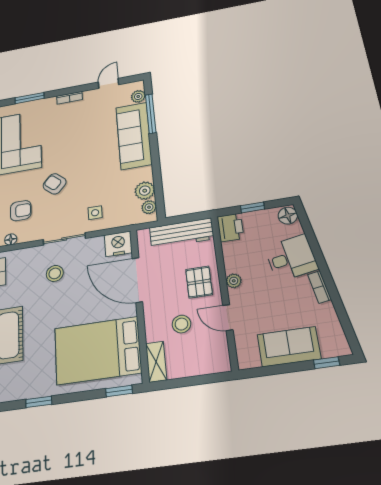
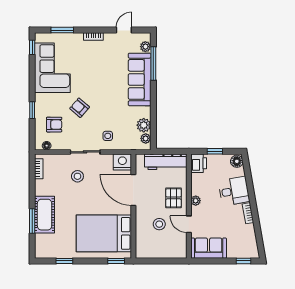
sofa: (289, 347) -> (209, 248), moved
shelving: (156, 362) -> (141, 246), removed

